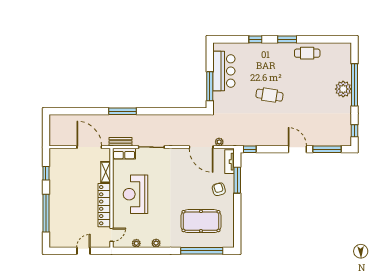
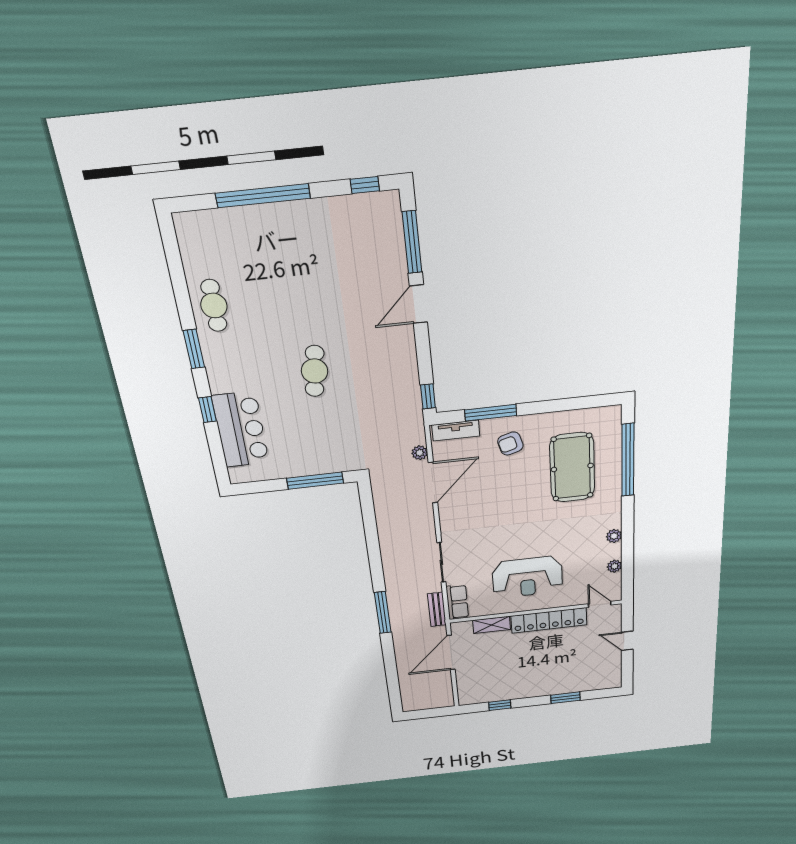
bar counter: (224, 71) -> (241, 430), moved, turned 90
plant: (343, 89) -> (276, 220), removed
window: (46, 213) -> (565, 698), width x0.47

